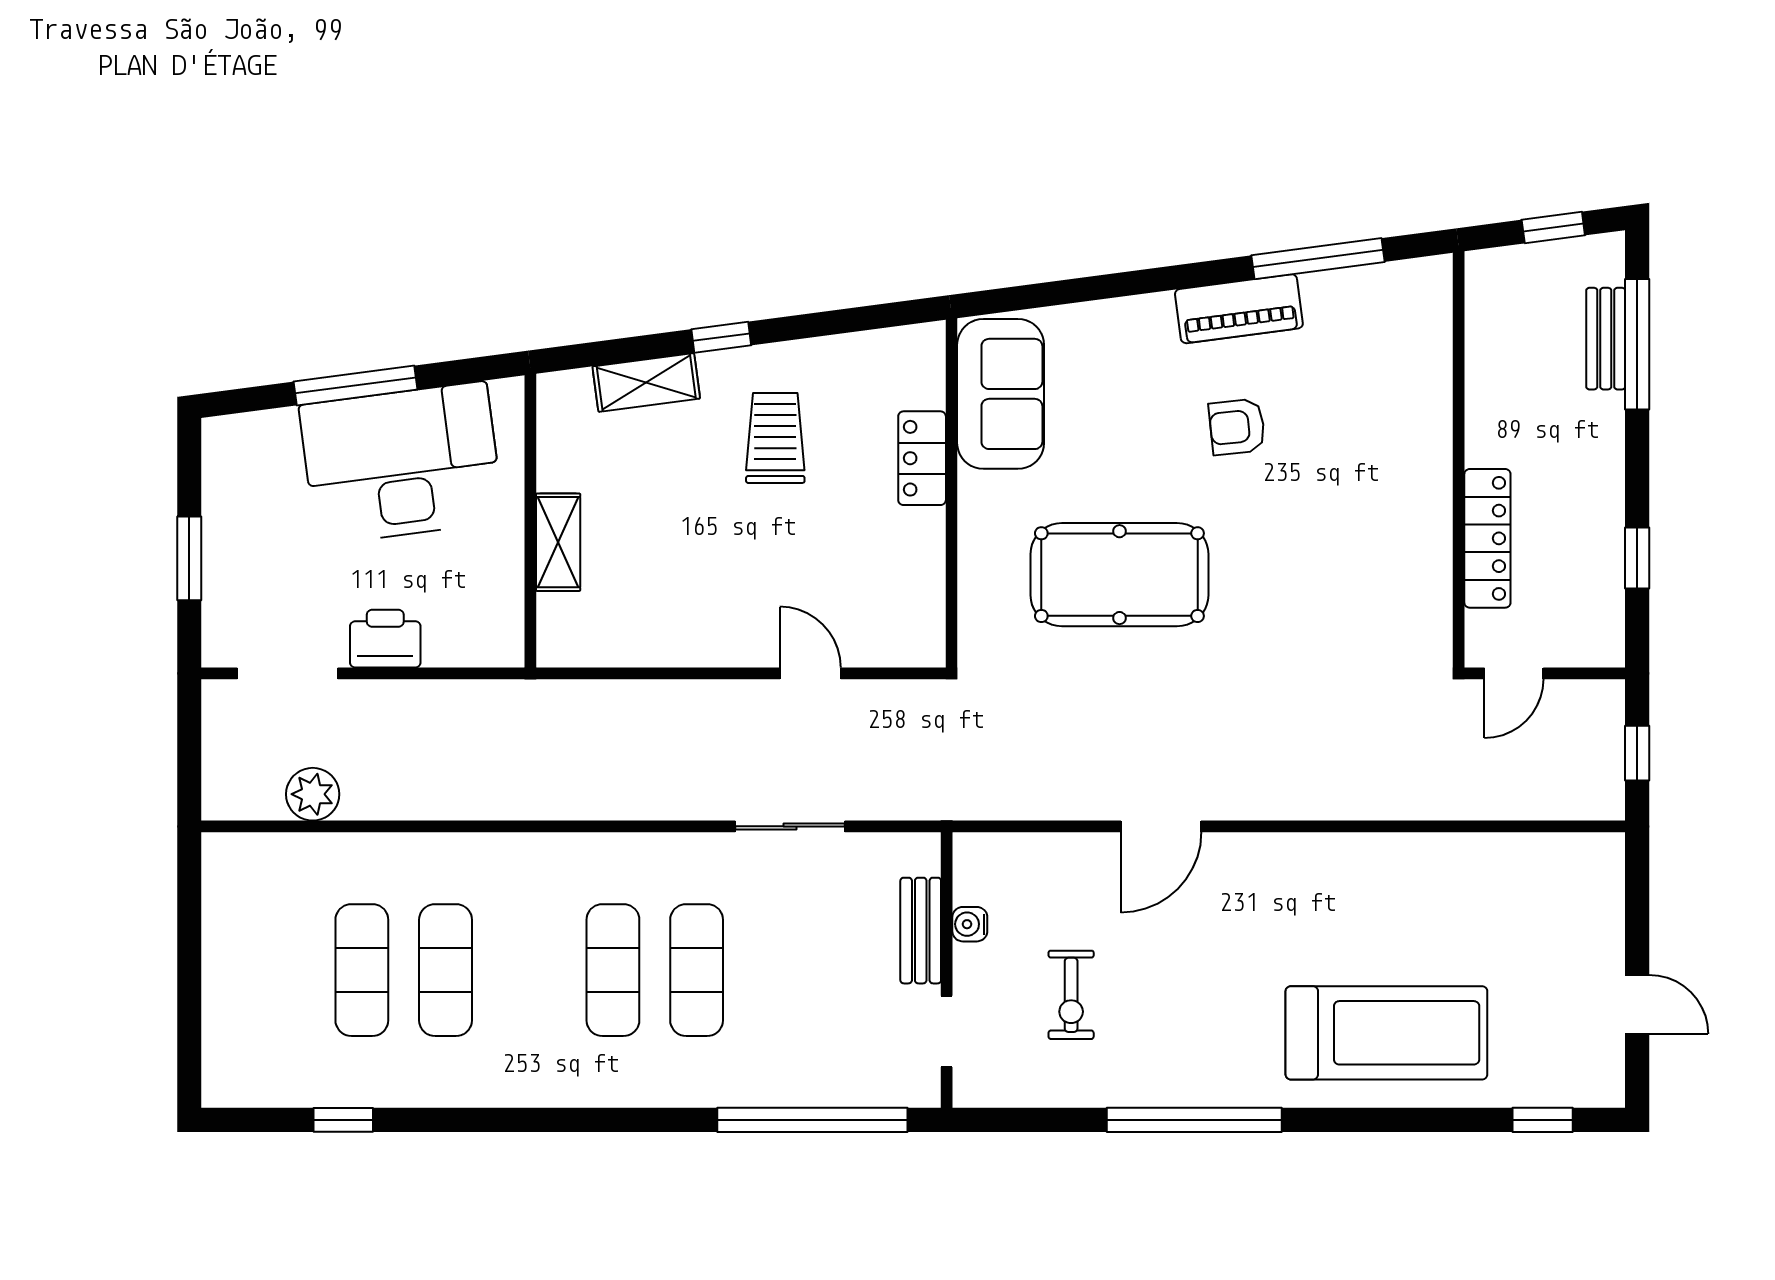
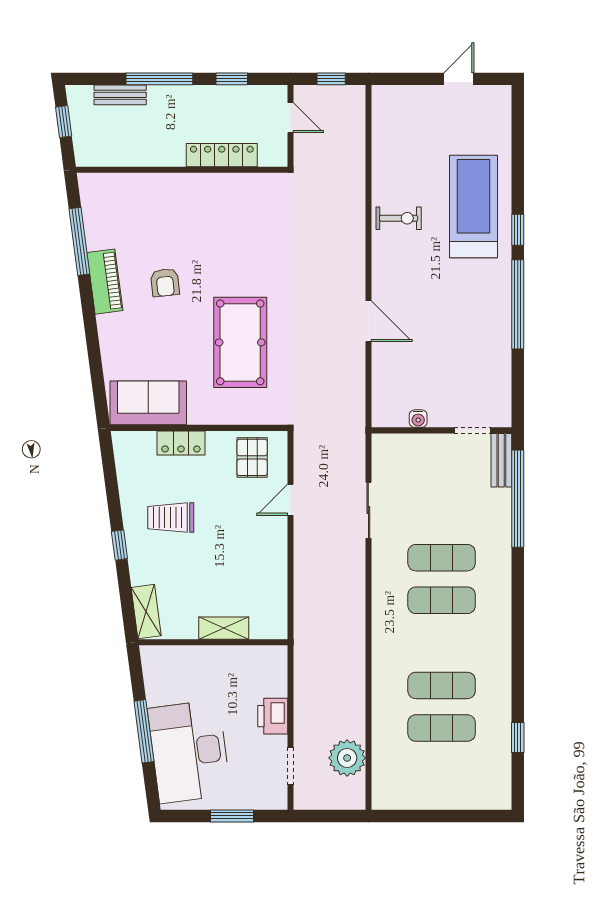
window: (1637, 344) -> (159, 79), moved
shelving: (646, 382) -> (146, 612), moved
desk: (401, 463) -> (189, 752), moved
pallet: (894, 598) -> (252, 457), added
doorway: (287, 673) -> (290, 766), width x0.73
door: (1514, 673) -> (290, 118), moved
plant: (313, 794) -> (347, 758), width x1.36, depth x1.36
bench: (921, 931) -> (501, 460), moved, turned 90
exercise bike: (1071, 995) -> (399, 218), moved
window: (1543, 1120) -> (518, 230), moved

